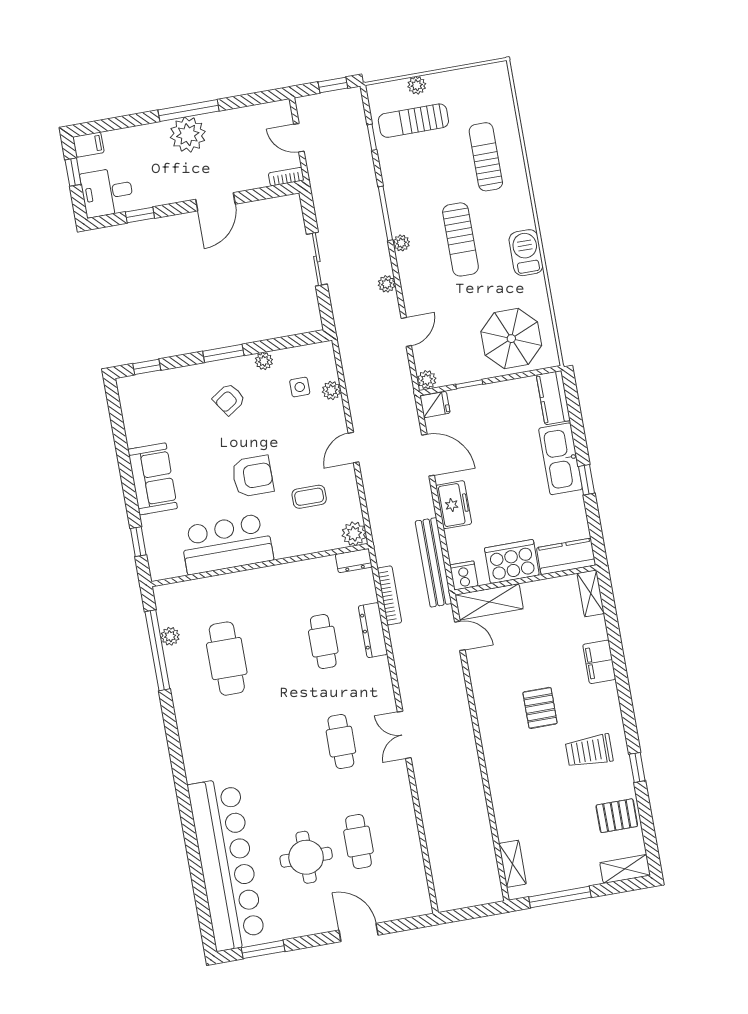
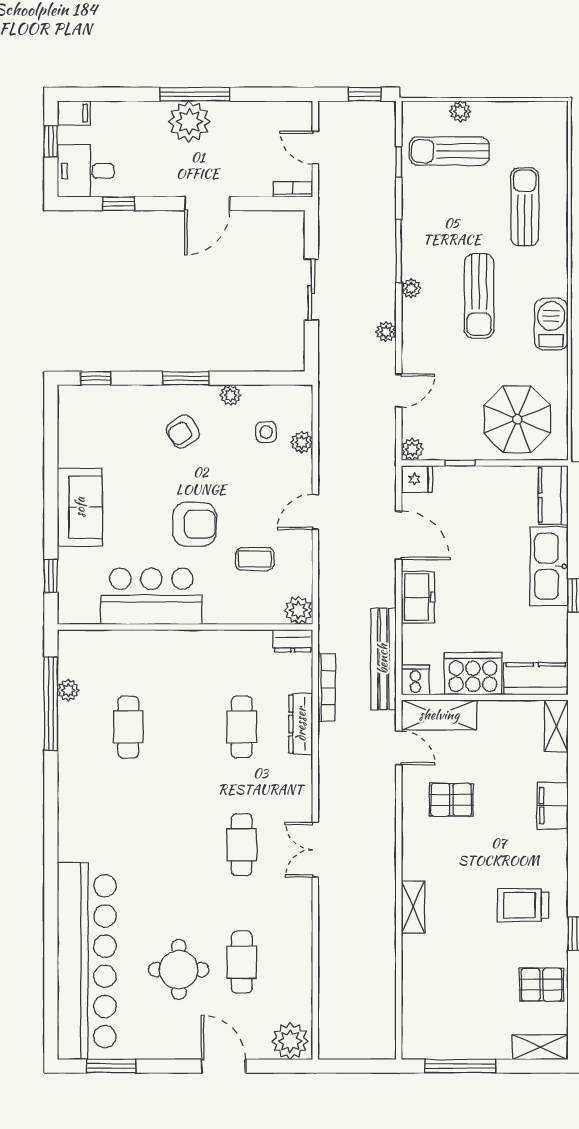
cafe table: (227, 659) -> (128, 727), width x0.73, depth x0.74
pallet: (540, 708) -> (451, 800), moved, turned 90
shelving: (513, 864) -> (413, 907), moved
plant: (411, 901) -> (290, 1041), added

